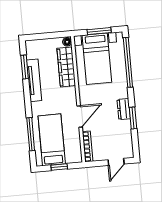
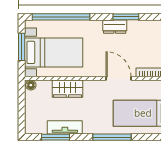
wardrobe: (66, 67) -> (67, 89), width x0.67
tv unit: (34, 80) -> (65, 127), width x0.71
window: (31, 134) -> (112, 137), moved

